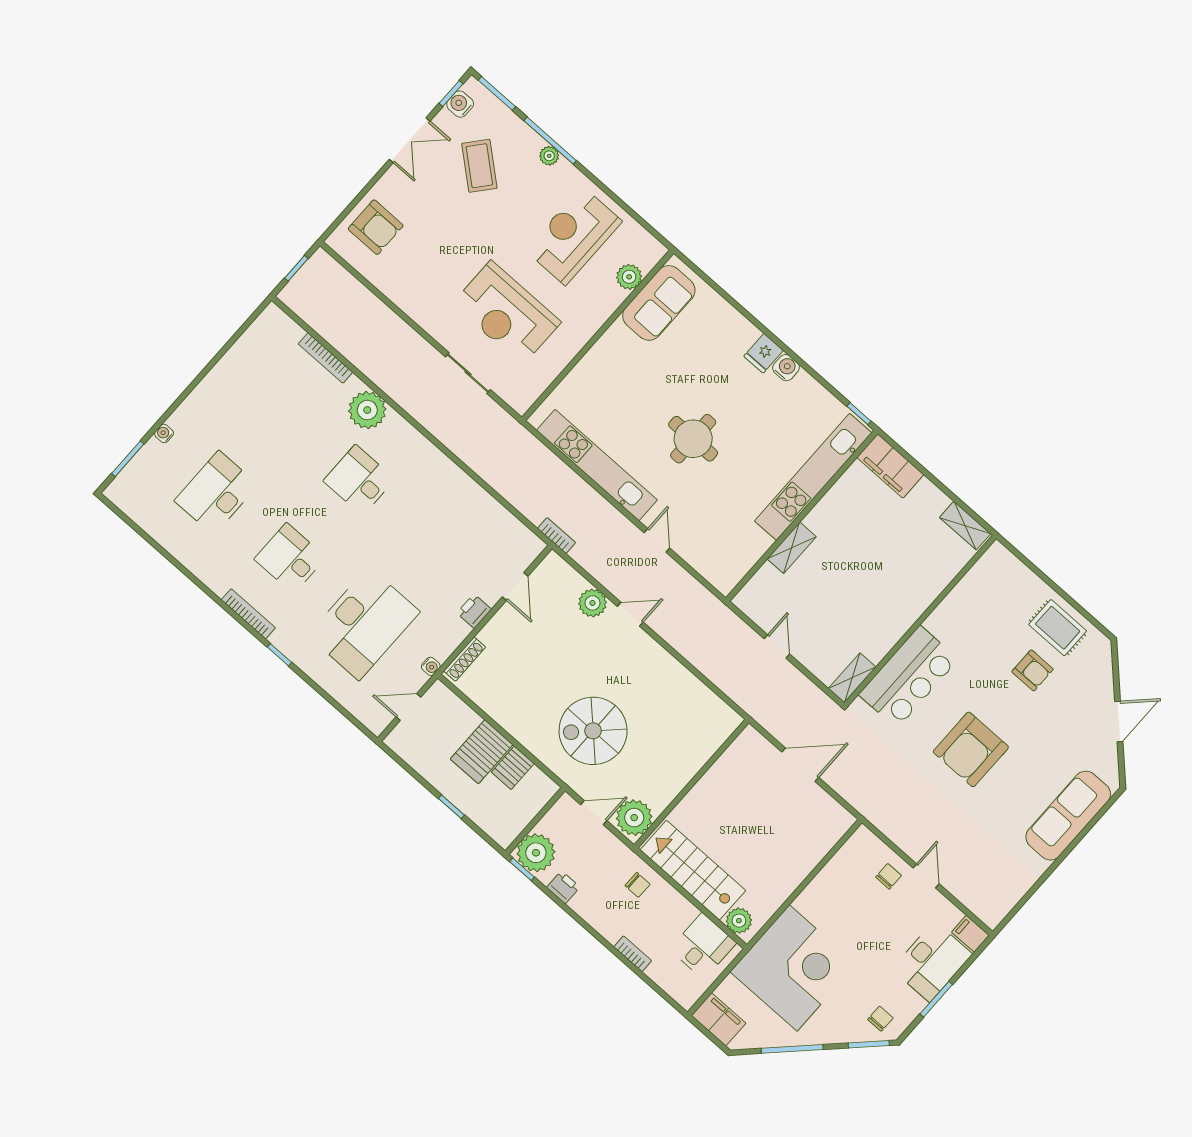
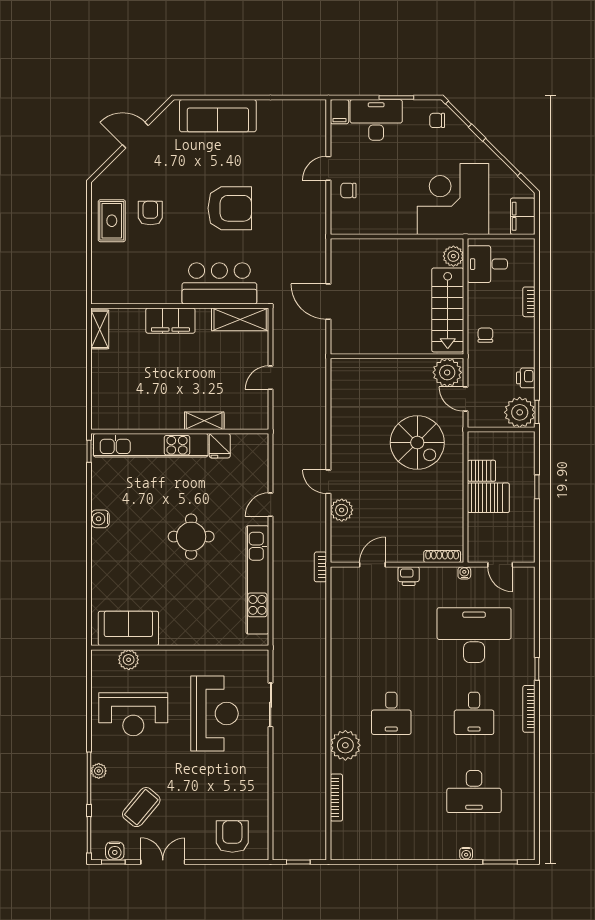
fridge: (764, 353) -> (220, 446), moved, turned 90
filing cabinet: (890, 466) -> (170, 321), moved, turned 90
shelving: (852, 678) -> (240, 319), width x1.50, depth x1.33

